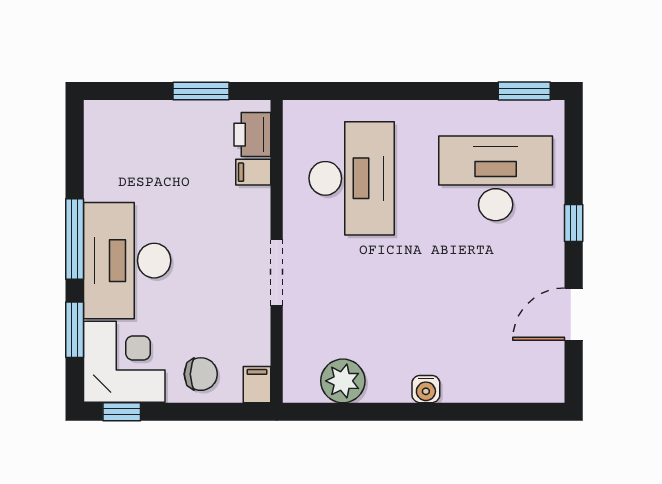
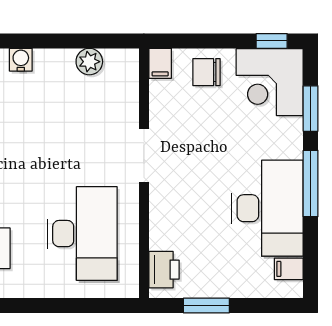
filing cabinet: (253, 172) -> (289, 269), moved, turned 180
desk: (352, 178) -> (82, 234), turned 180
desk: (127, 261) -> (267, 208), moved
plant: (343, 381) -> (89, 62), width x0.73, depth x0.73

